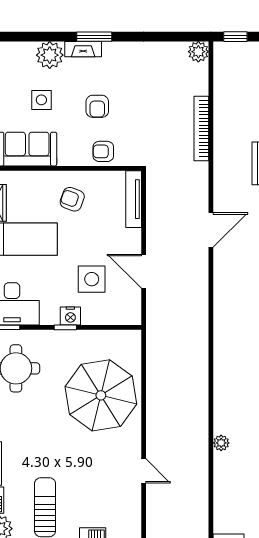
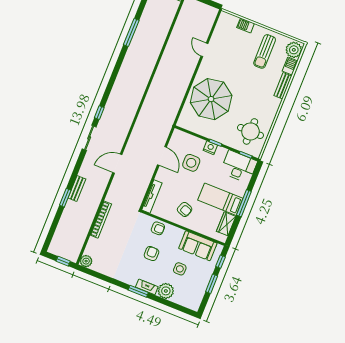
plant: (221, 443) -> (157, 48), removed

